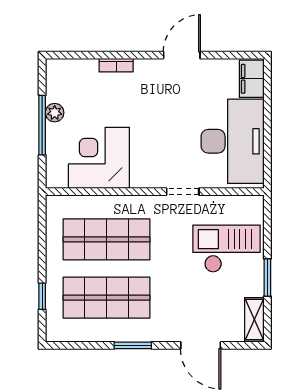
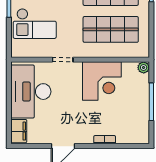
plant: (55, 113) -> (144, 68), moved
corner desk: (99, 158) -> (102, 81), moved

